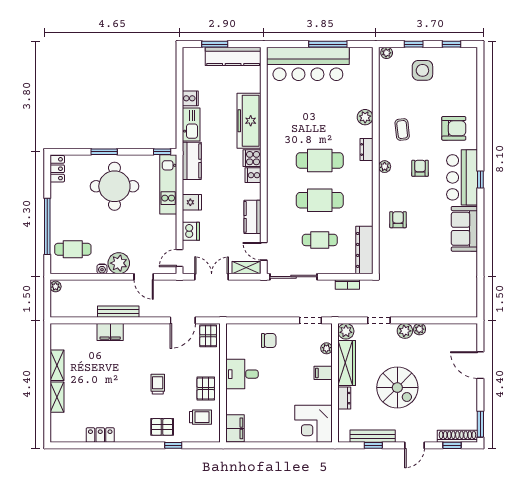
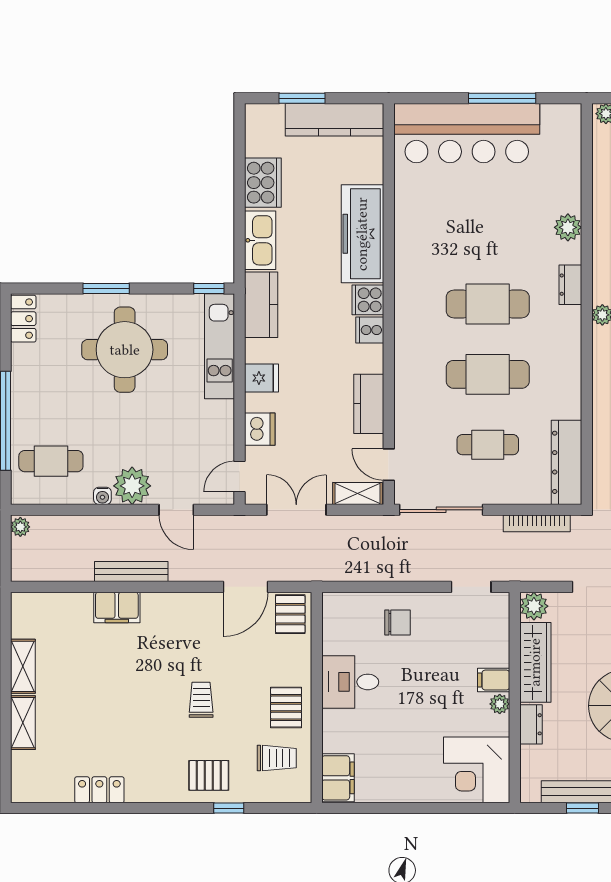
cooker: (190, 98) -> (263, 183), width x1.87, depth x1.31
bookcase: (347, 284) -> (537, 523), width x1.56
plant: (326, 348) -> (500, 704), moved

